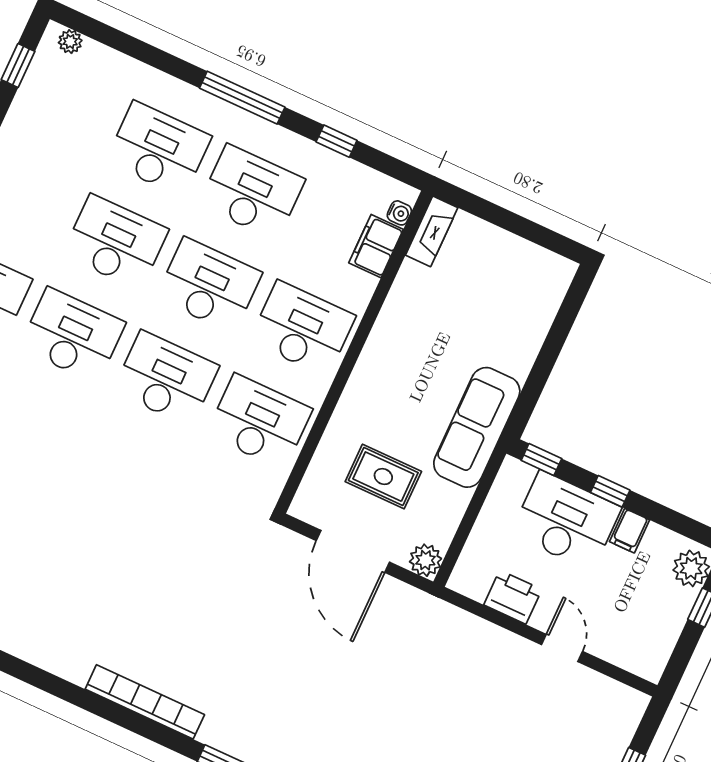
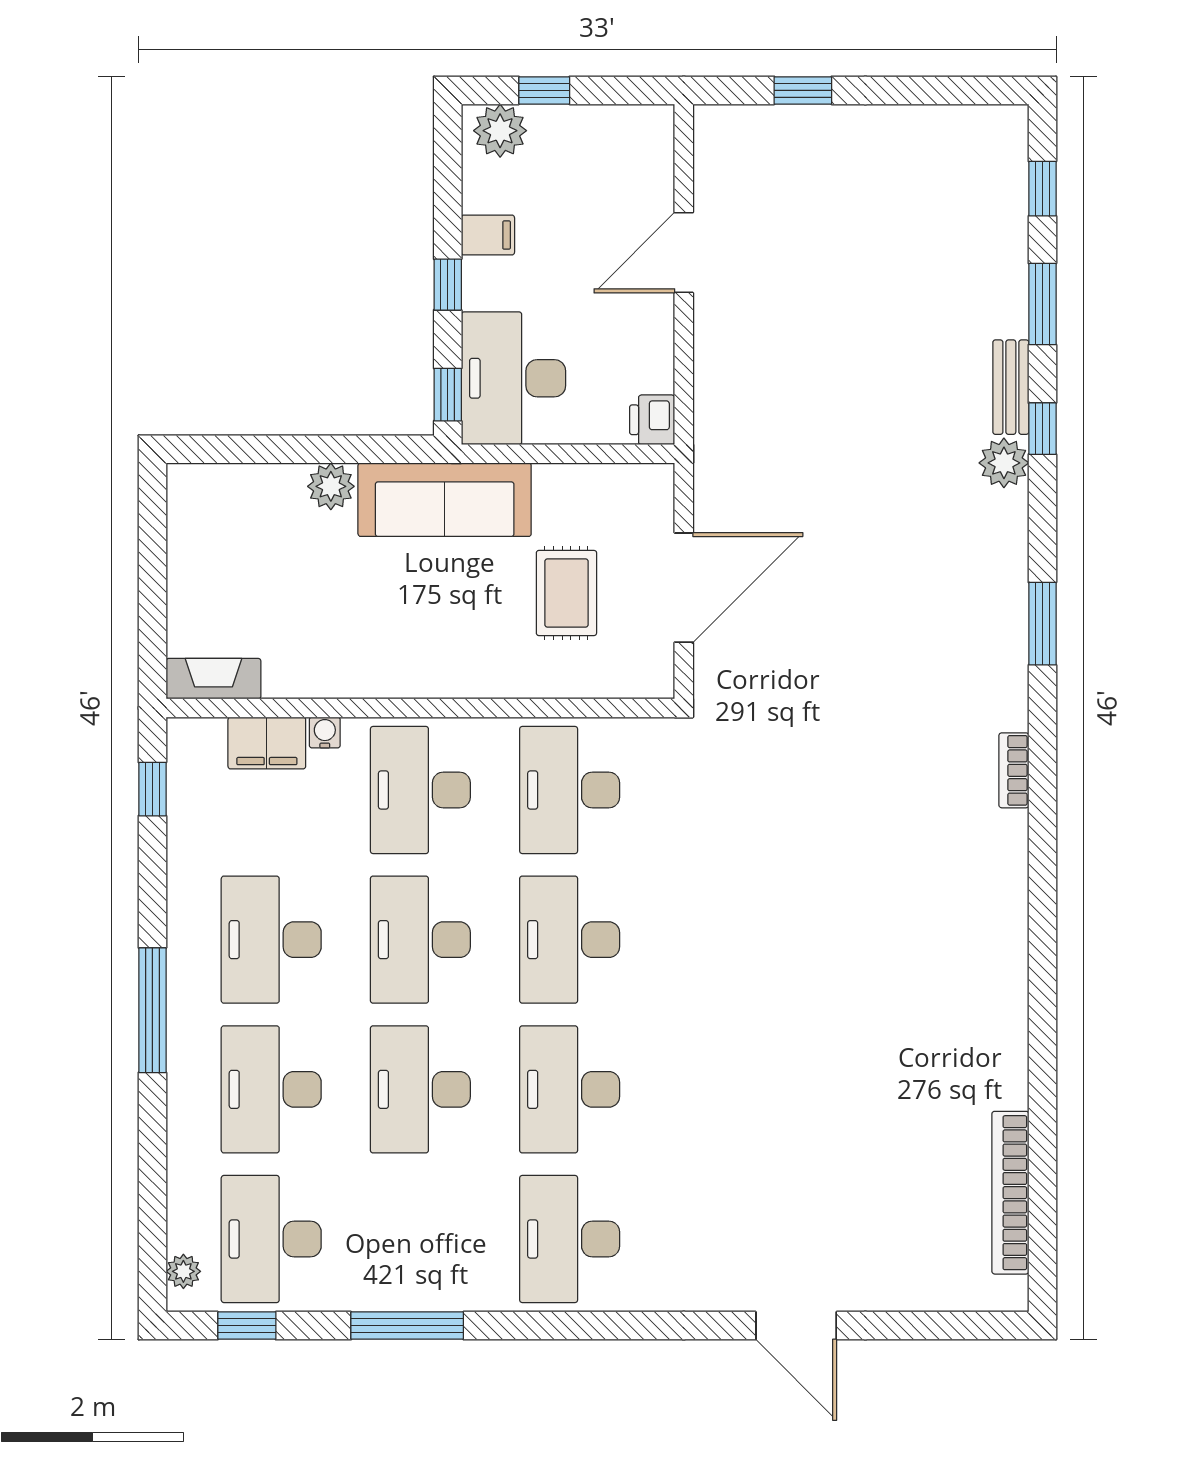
desk: (65, 106) -> (271, 1239), added
window: (337, 141) -> (152, 789), moved
water cooler: (399, 213) -> (325, 733), moved
desk: (566, 521) -> (513, 378), moved
plant: (425, 560) -> (331, 486), moved
printer: (513, 597) -> (652, 420), moved, width x0.73, depth x0.81
door: (562, 648) -> (684, 253), width x1.38
bookcase: (145, 702) -> (1014, 770), width x0.43, depth x0.76

